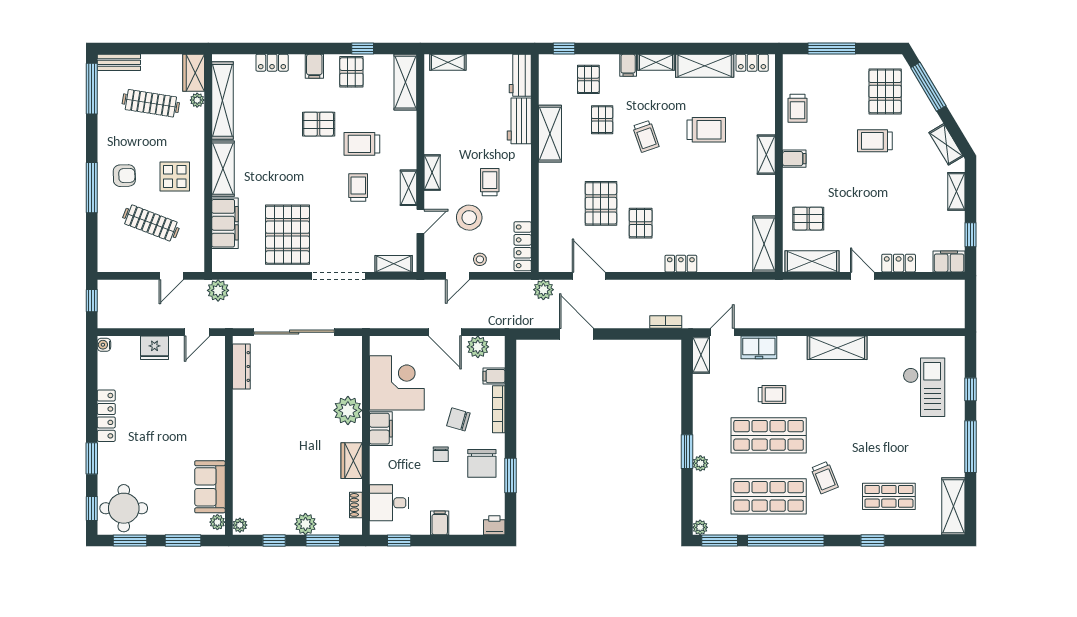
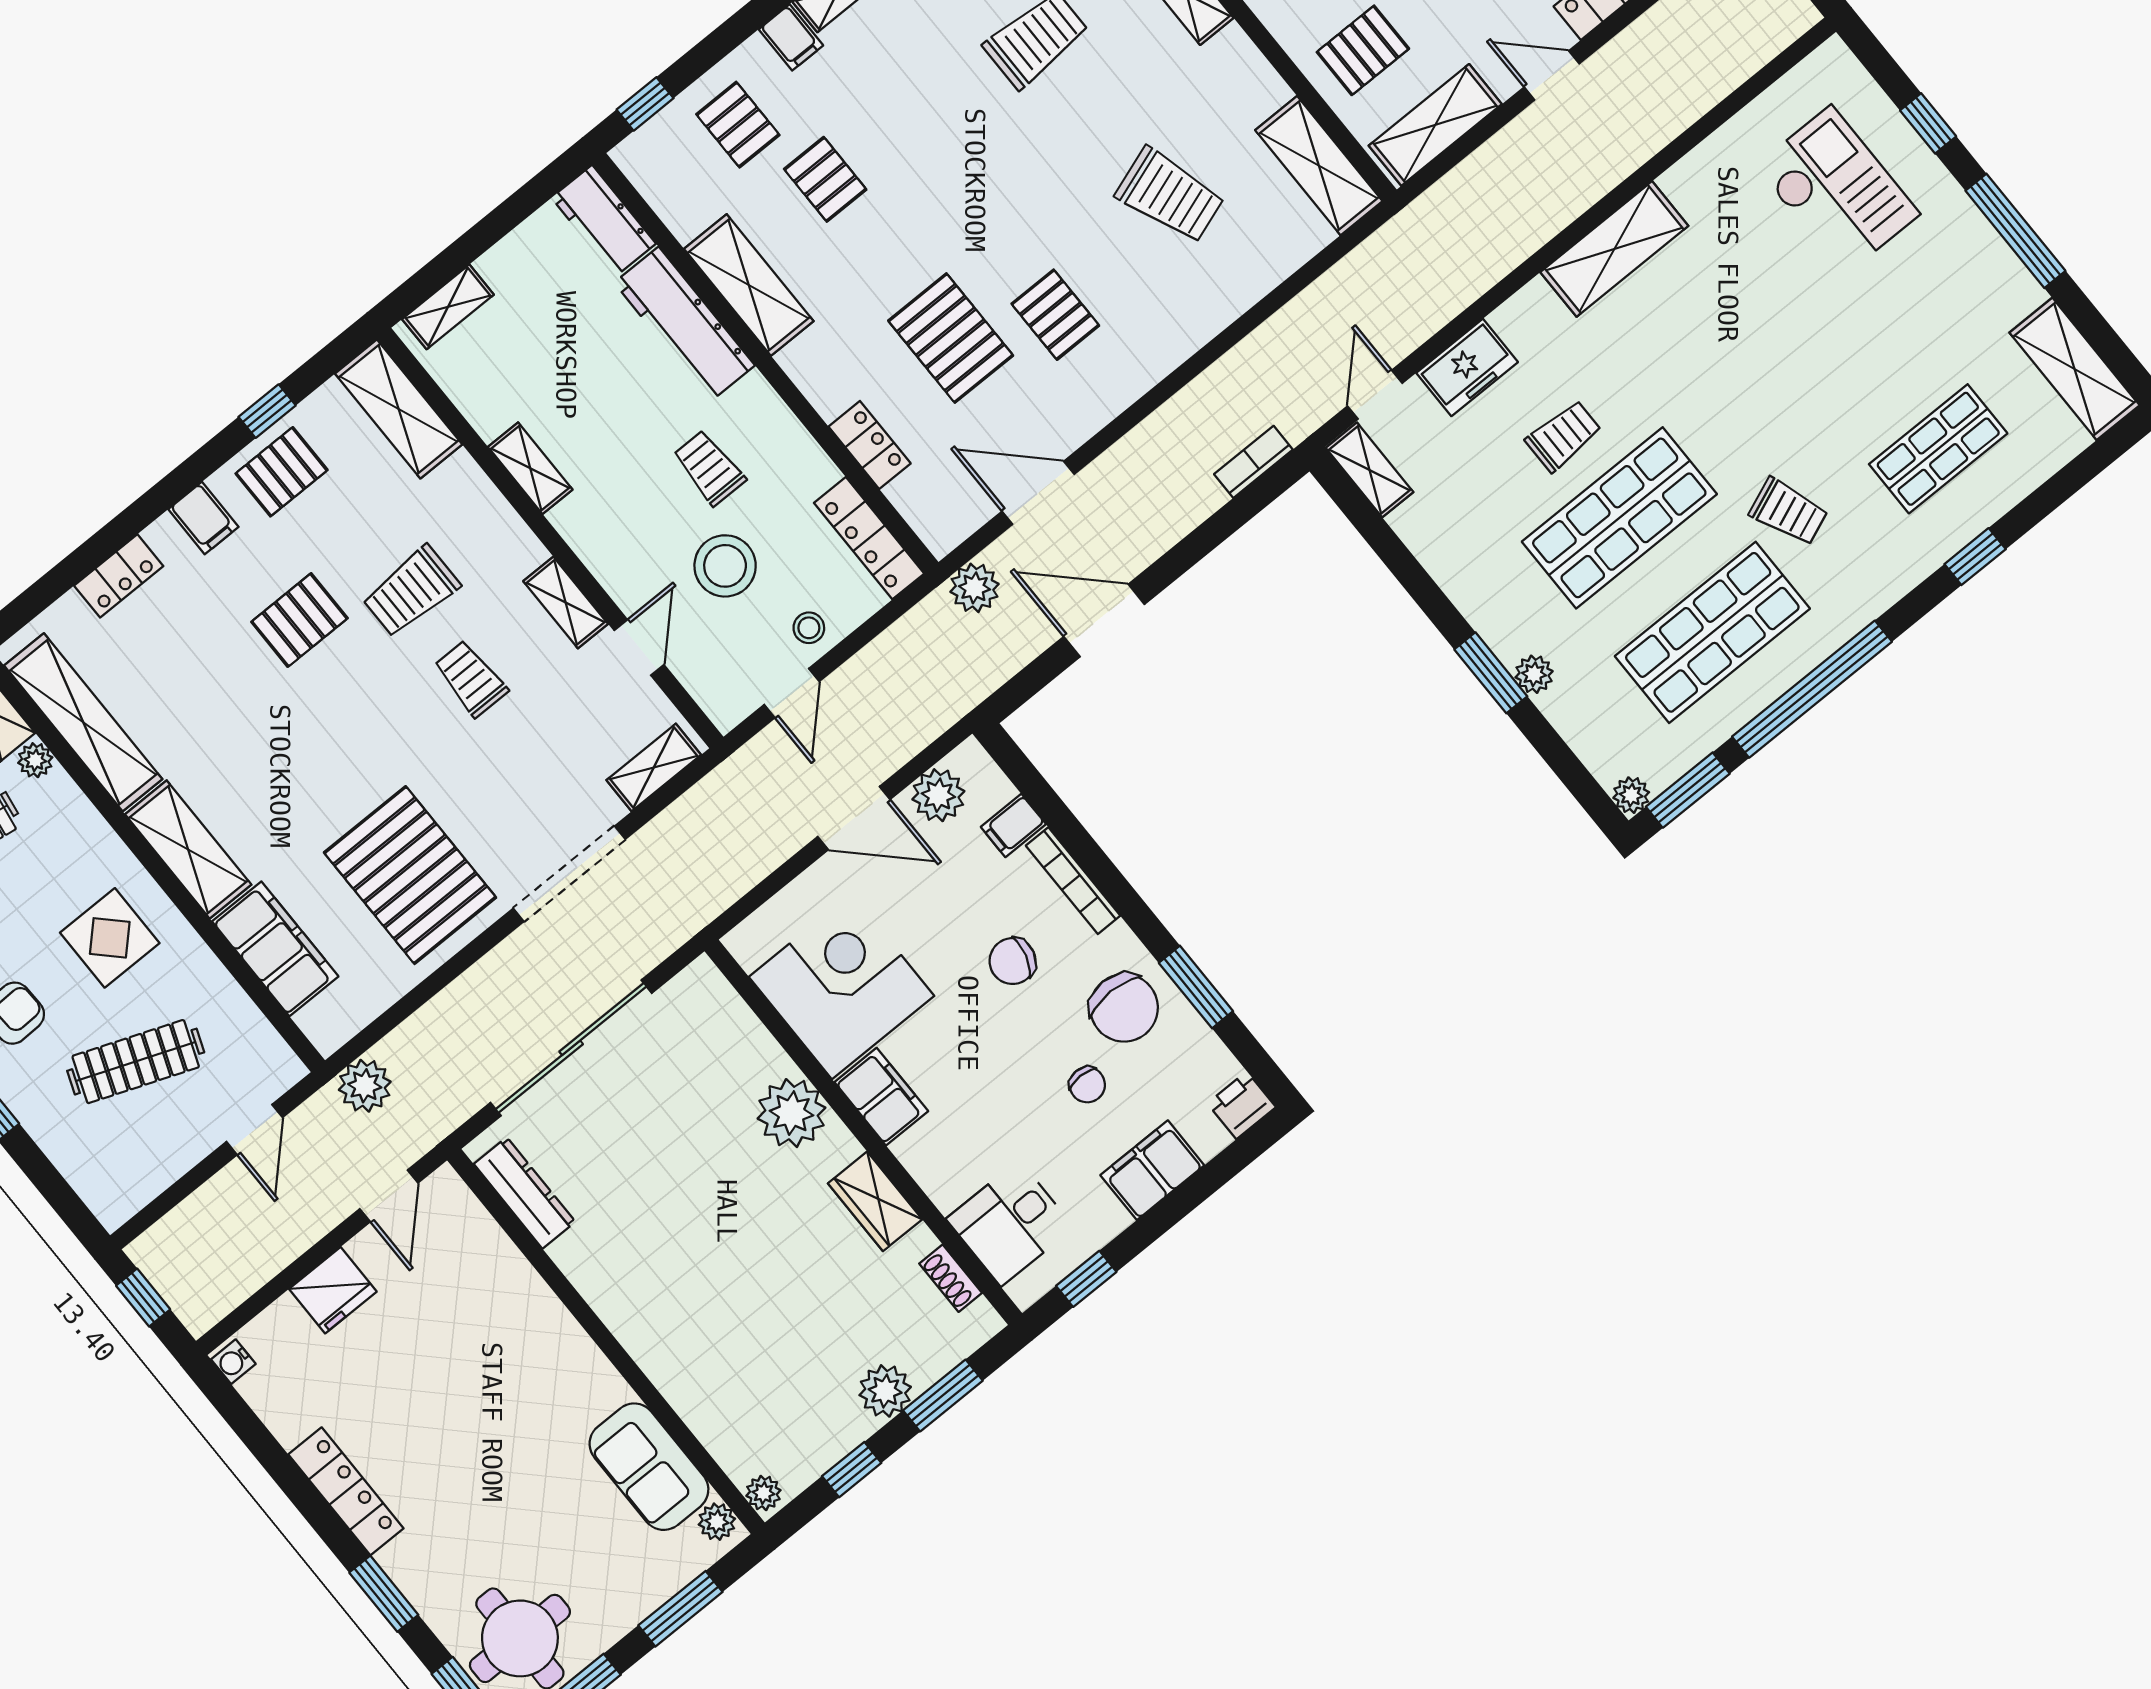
pallet: (351, 72) -> (282, 472), turned 90
workbench: (519, 121) -> (684, 324), width x1.38
trolley: (646, 136) -> (1170, 195), moved, width x1.36, depth x1.39
shelving: (432, 173) -> (530, 468), moved
locker: (681, 264) -> (870, 445), moved, turned 90
chair: (441, 454) -> (1087, 1085), moved
filing cabinet: (440, 523) -> (1152, 1170), width x2.00

